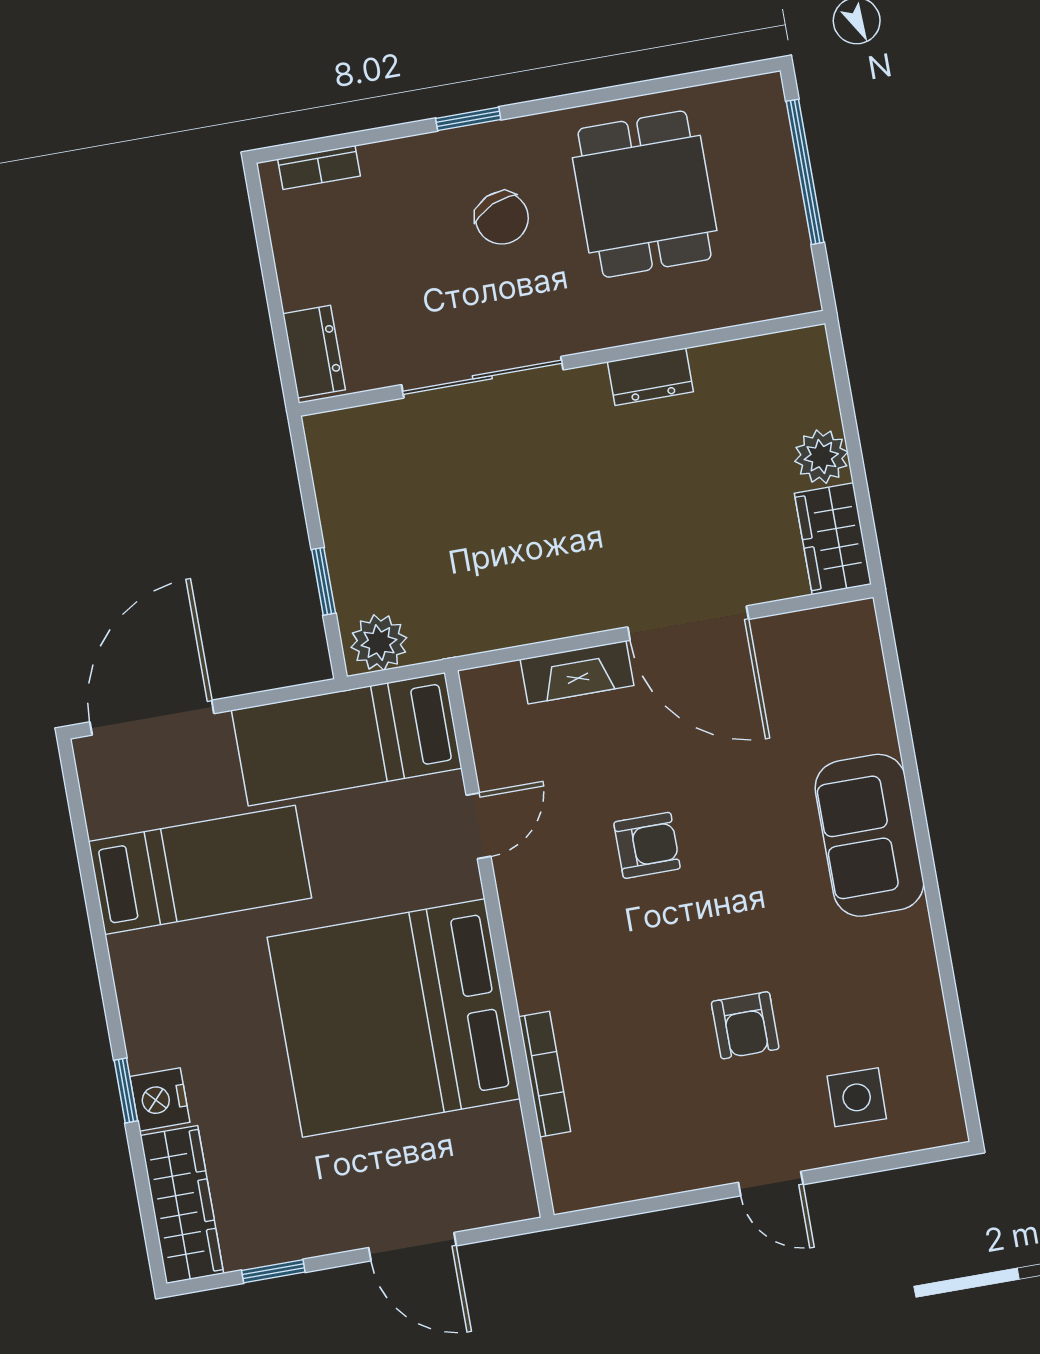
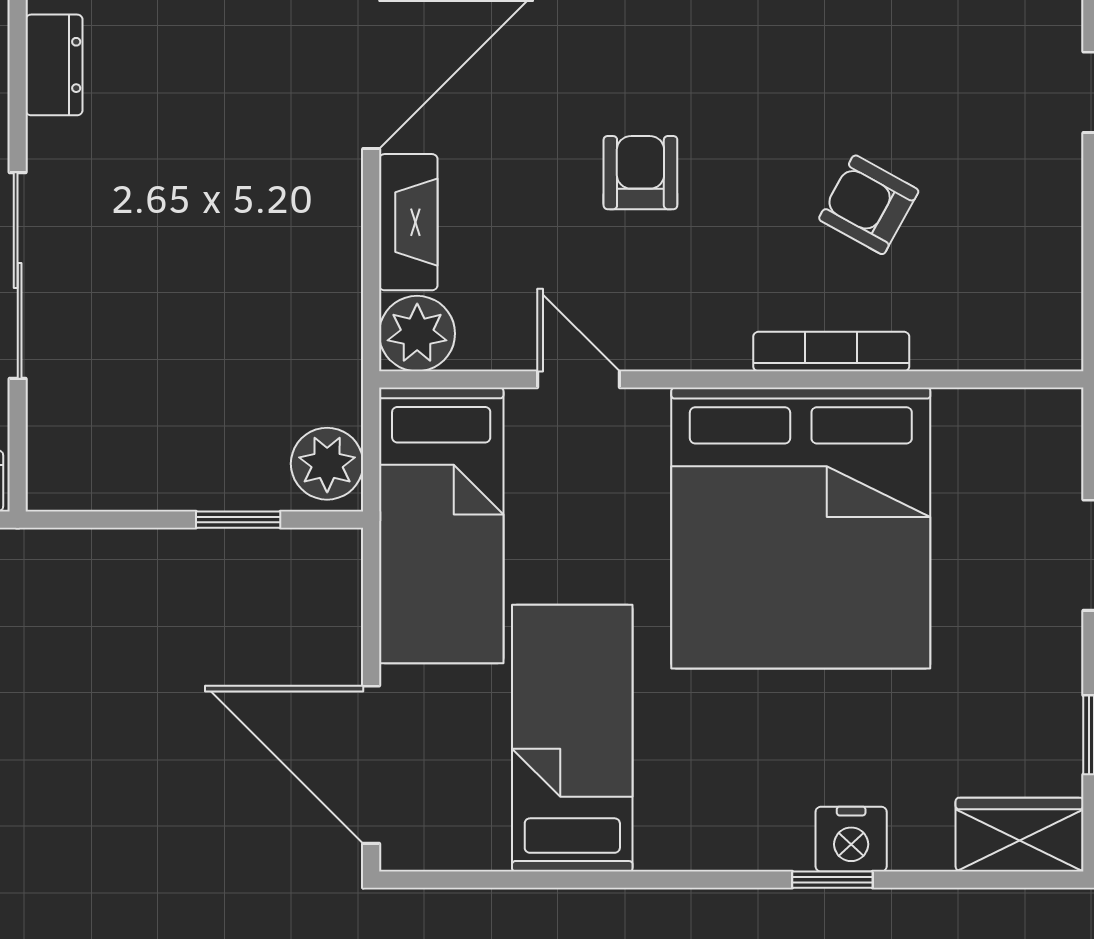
plant: (492, 694) -> (417, 334), added
armchair: (745, 1025) -> (869, 205), moved, turned -151
bookcase: (545, 1074) -> (831, 352), moved
wardrobe: (182, 1205) -> (1020, 835), width x0.67

